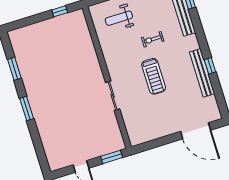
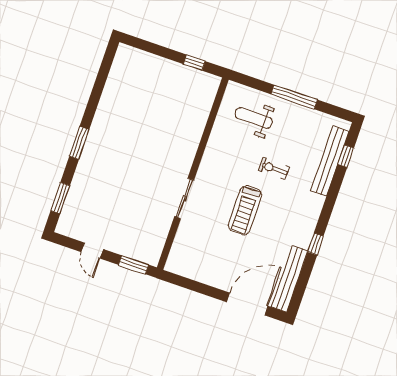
window: (14, 69) -> (60, 198), moved
bench: (202, 73) -> (290, 279), moved
door: (196, 131) -> (247, 304), swing flipped

